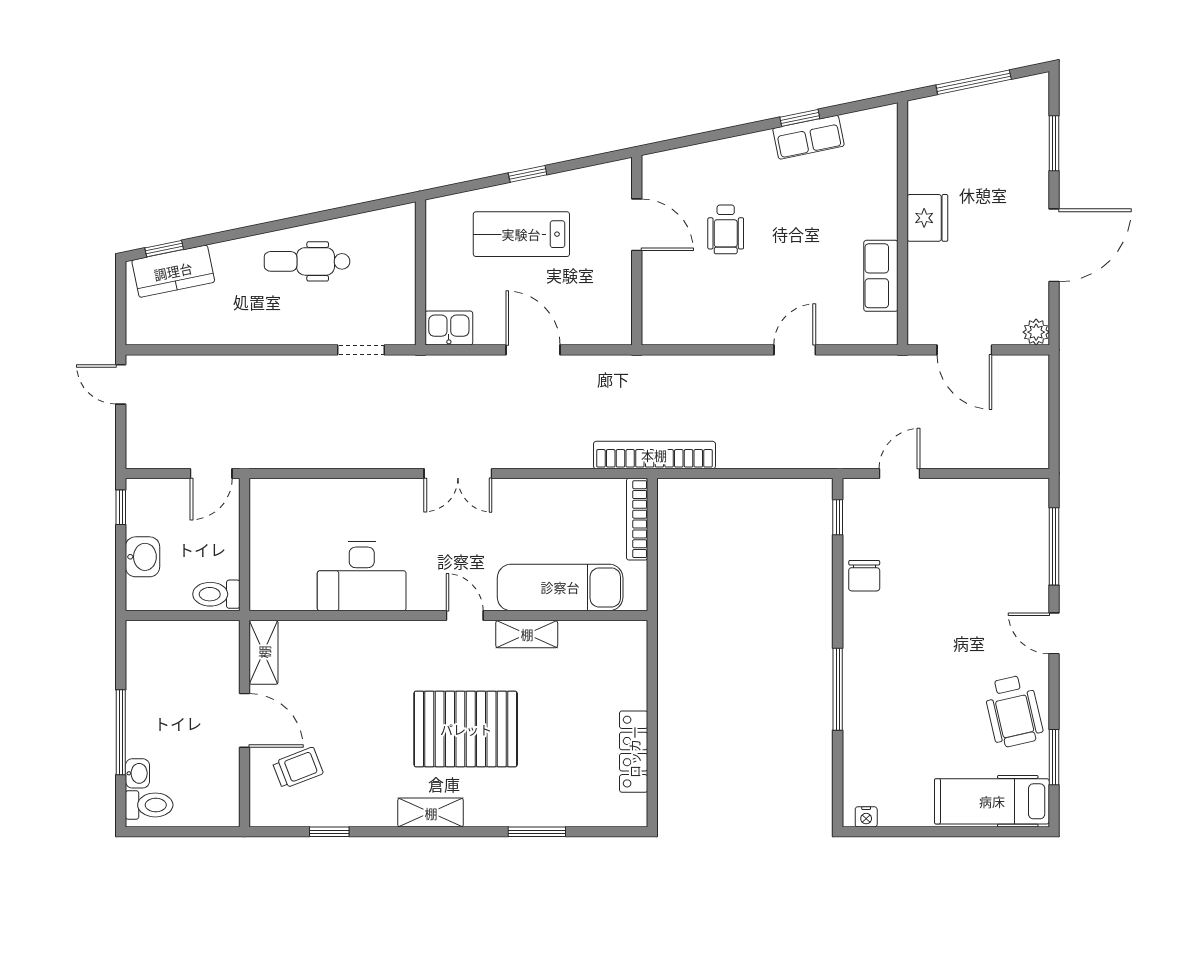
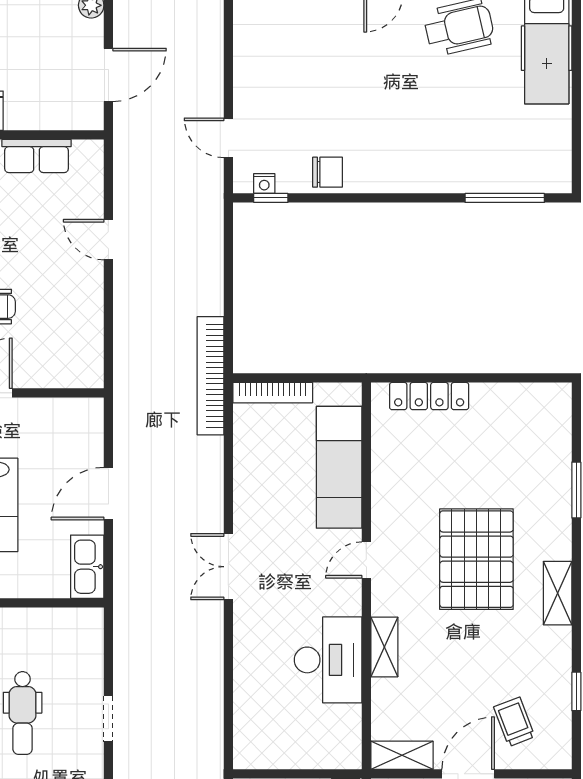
kitchen sink: (449, 328) -> (87, 567), width x1.38
doorway: (361, 350) -> (108, 719), moved
double door: (458, 473) -> (228, 567), swing flipped
shelving: (527, 634) -> (384, 647), moved
window: (838, 689) -> (505, 198), moved
locker: (634, 752) -> (429, 396), moved
nightstand: (866, 817) -> (264, 183), moved, turned 90

